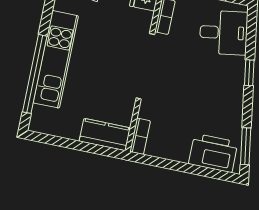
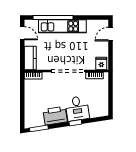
desk: (224, 33) -> (77, 108), moved
door: (53, 140) -> (22, 33), added
printer: (213, 153) -> (55, 116), moved, turned -99

